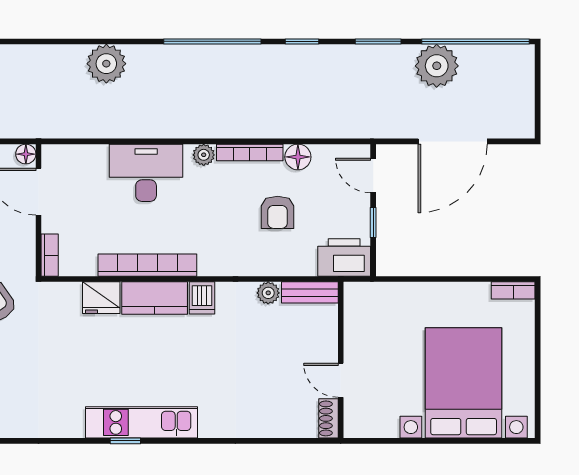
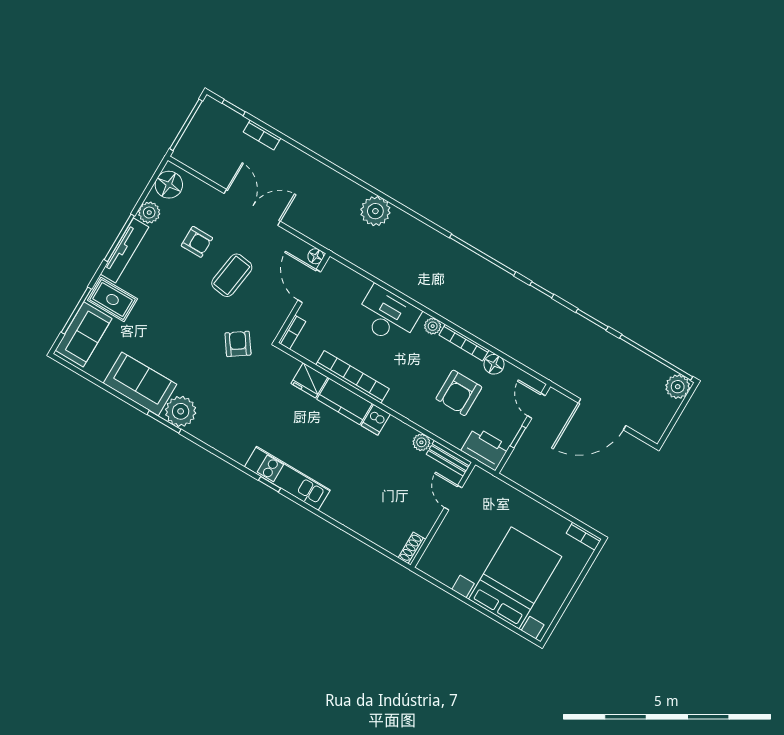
plant: (106, 64) -> (375, 211), moved
plant: (437, 66) -> (678, 387), moved, width x0.73, depth x0.73
armchair: (278, 212) -> (459, 393), width x1.38, depth x1.38
door: (341, 380) -> (453, 498), moved

